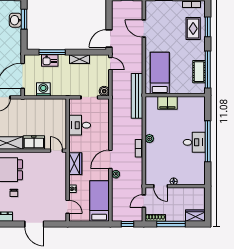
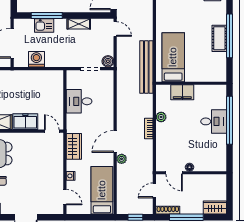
bed: (160, 73) -> (173, 57), moved
wall: (175, 95) -> (191, 83), moved
filing cabinet: (167, 103) -> (182, 92), moved

